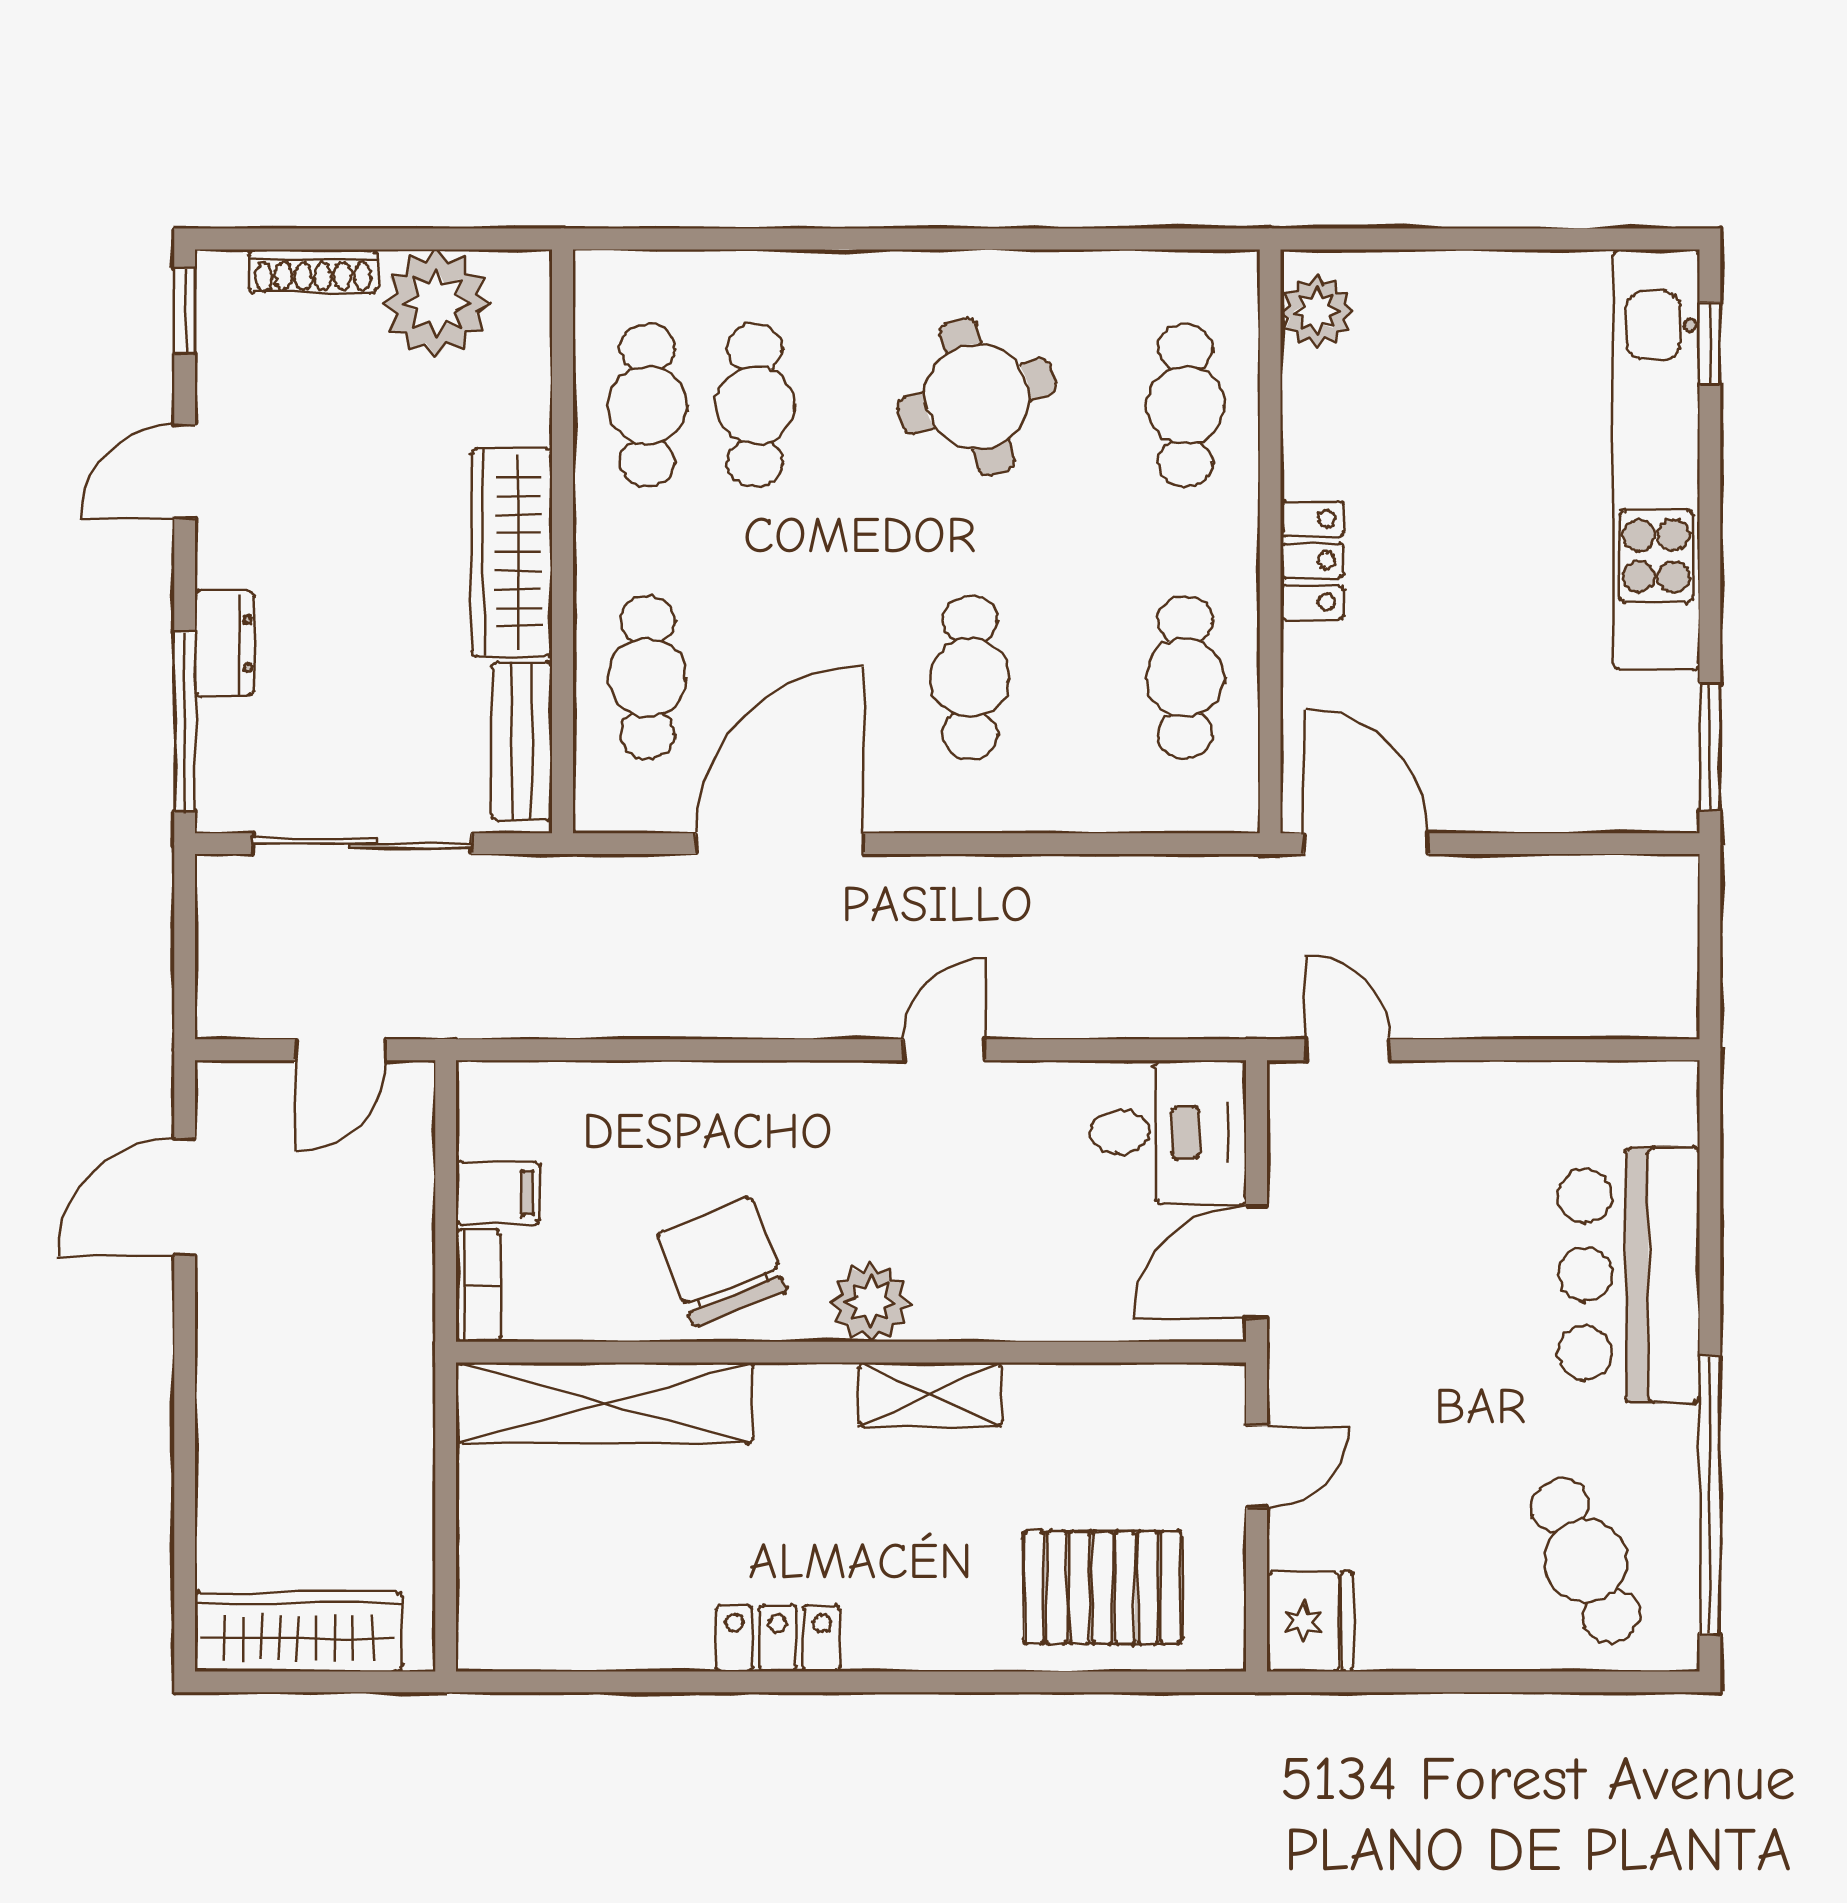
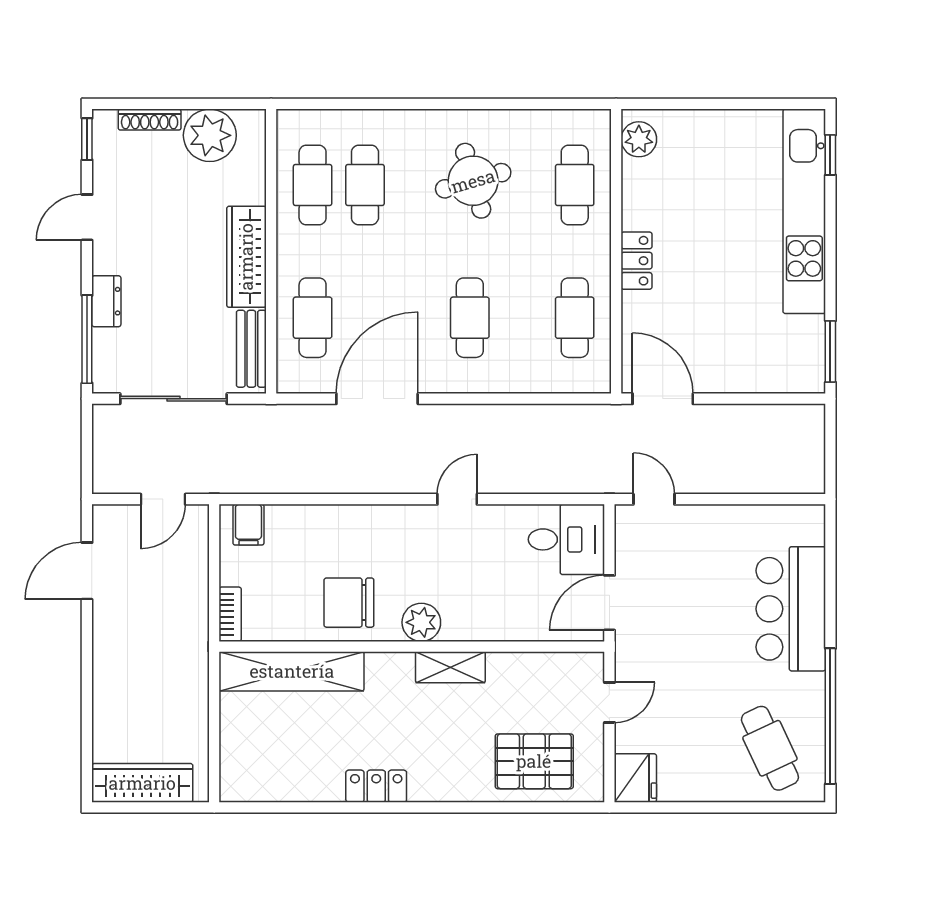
filing cabinet: (498, 1193) -> (248, 525), moved, turned 90
chair: (722, 1262) -> (349, 603), turned -69

